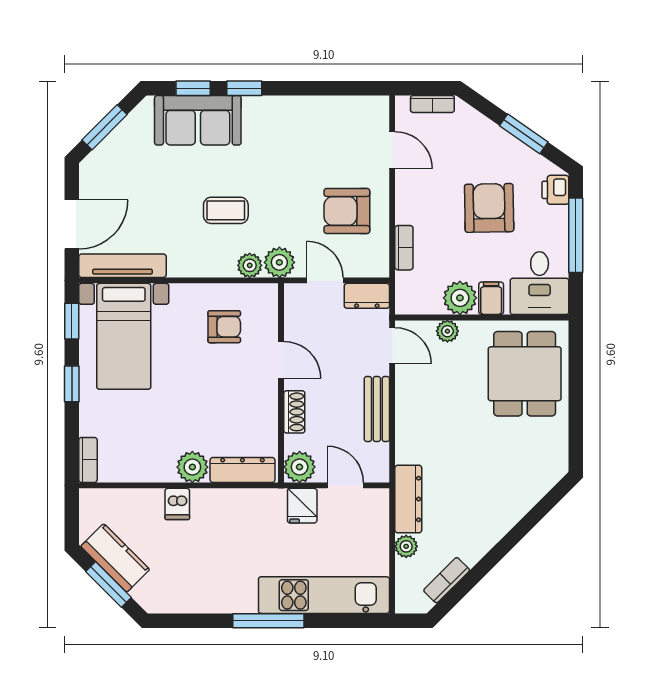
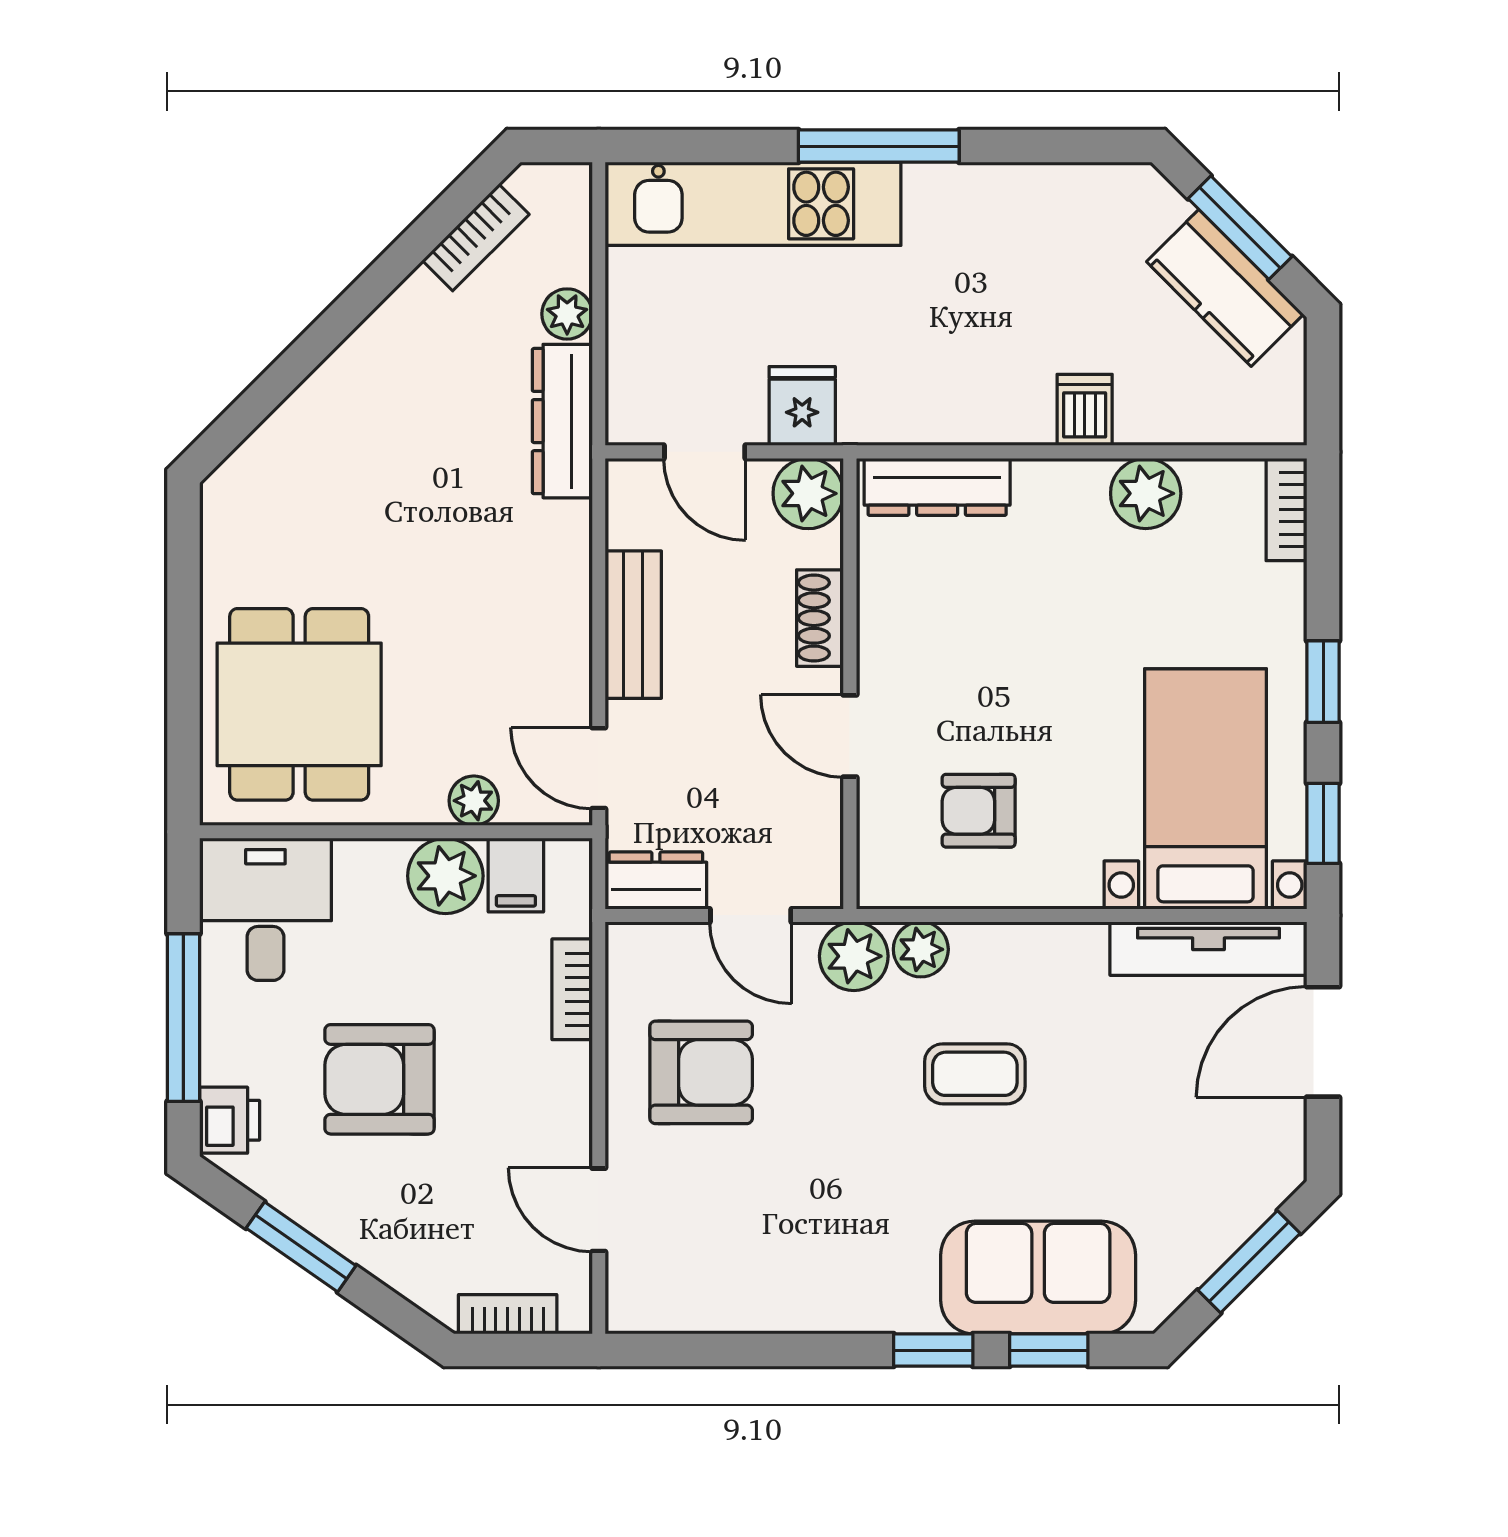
armchair: (489, 208) -> (380, 1079), turned 91
filing cabinet: (491, 298) -> (516, 875), moved
plant: (192, 467) -> (1146, 493), moved

